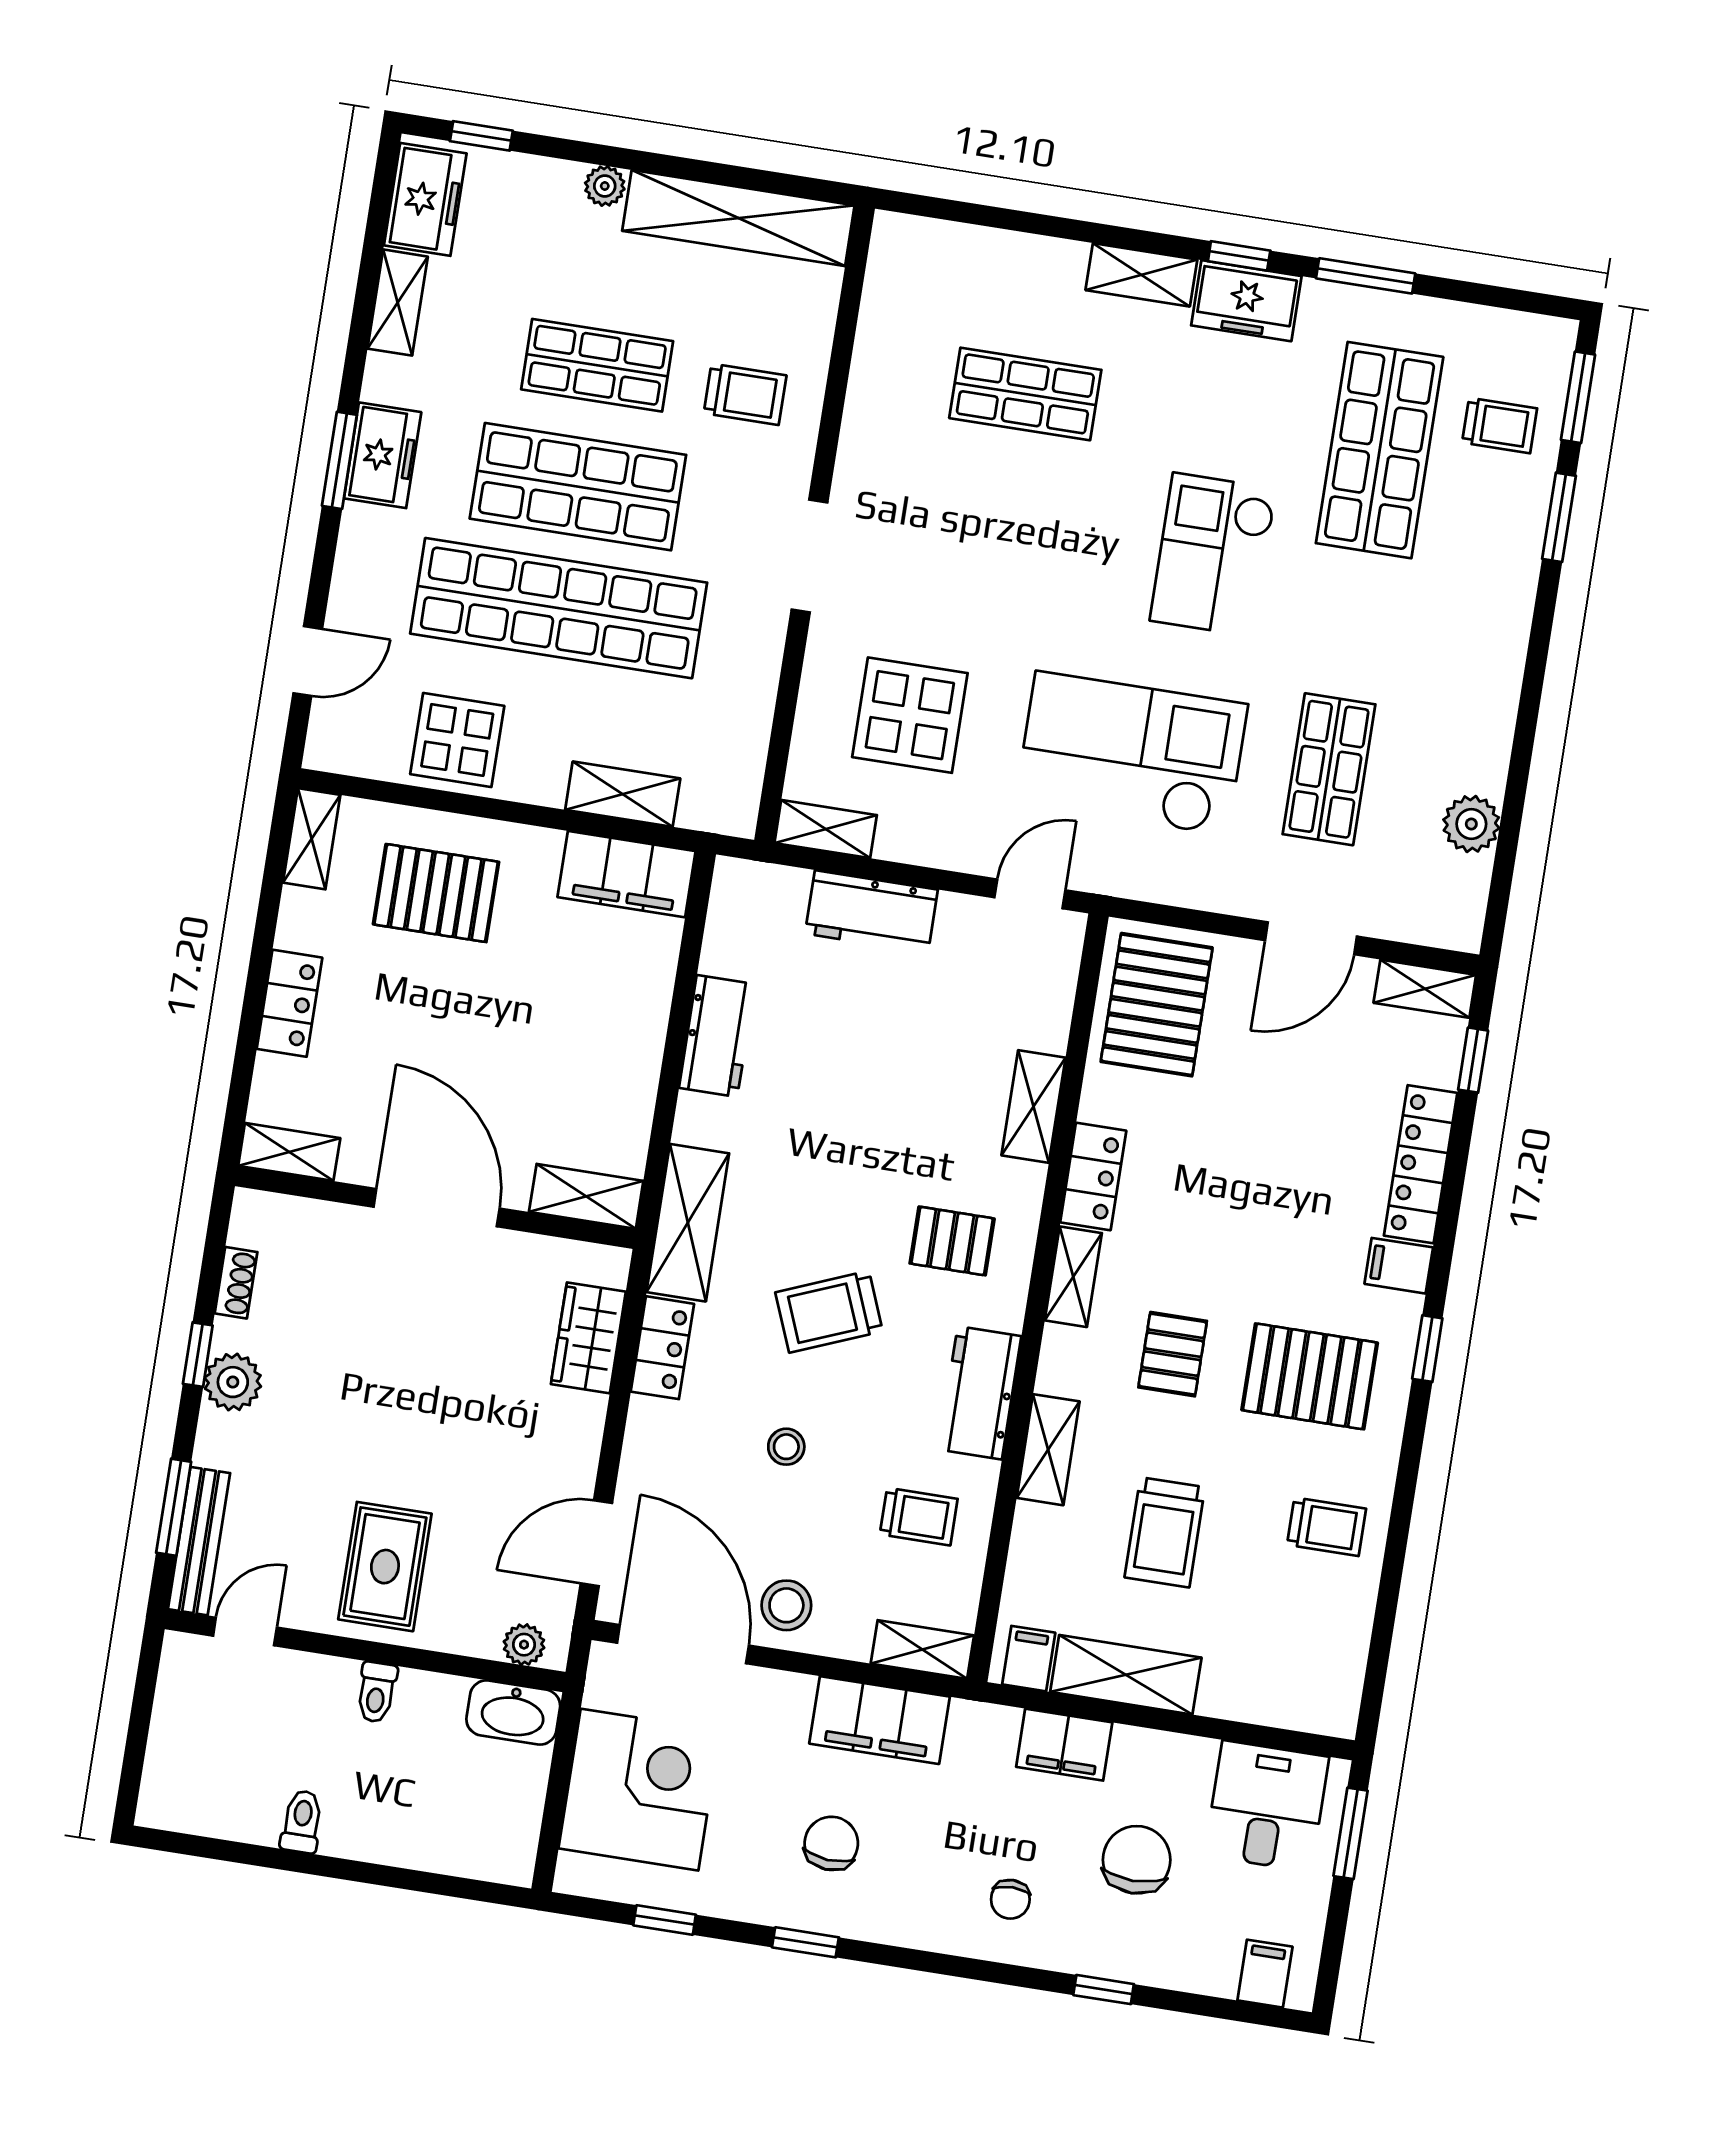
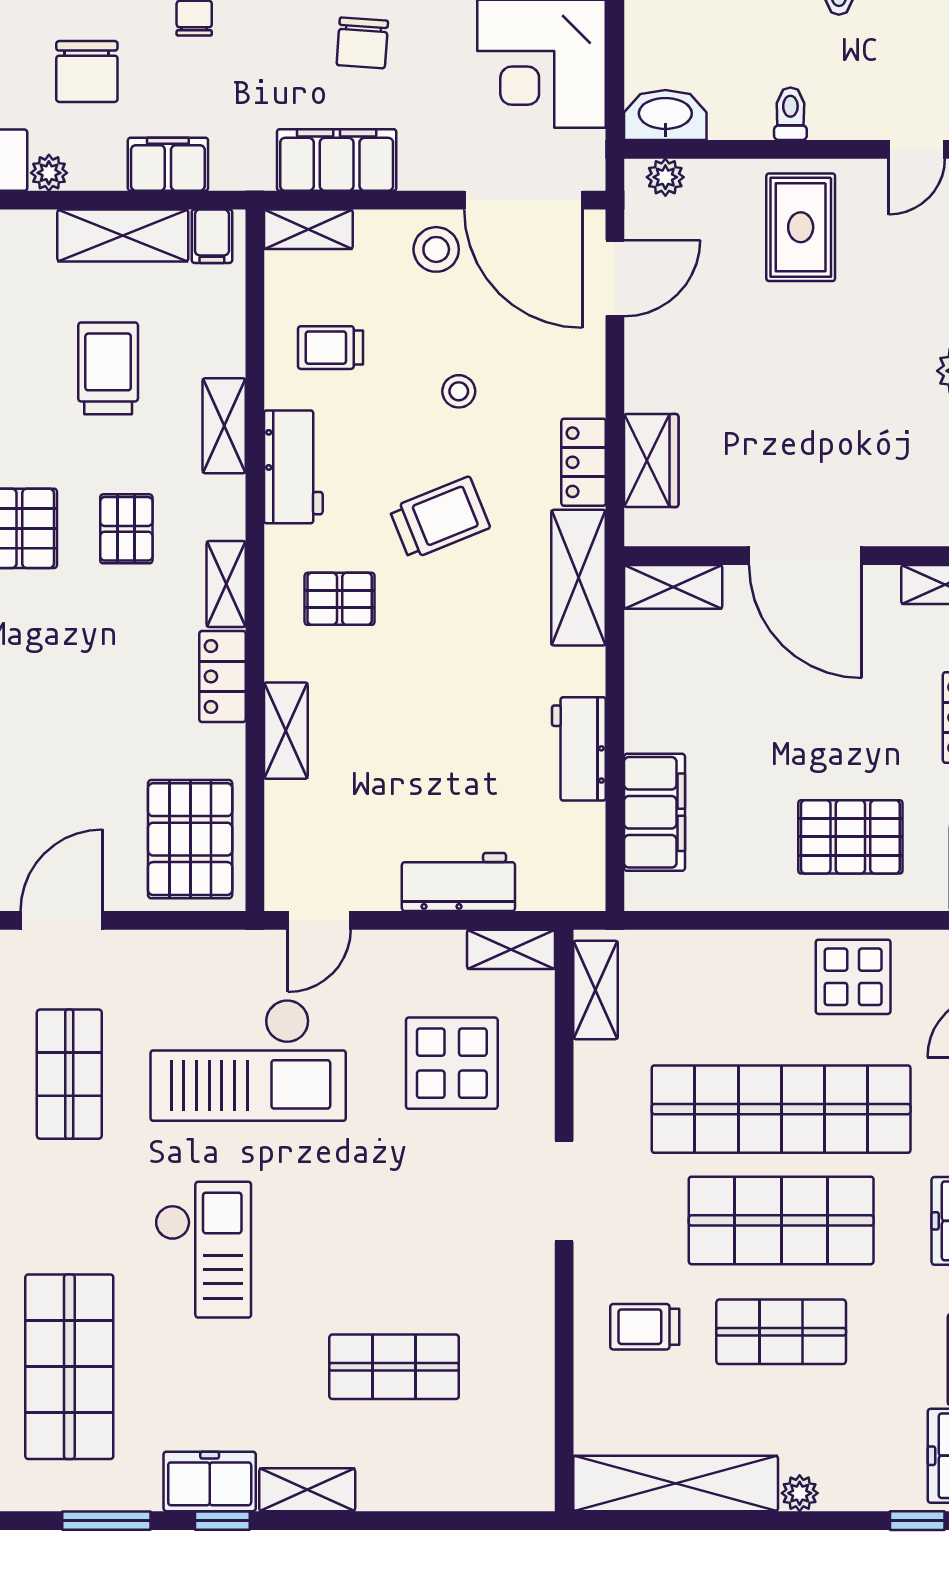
shelving: (623, 794) -> (596, 990), moved, turned 90
filing cabinet: (627, 874) -> (655, 812), moved, turned 90
plant: (1195, 1756) -> (49, 173), added

